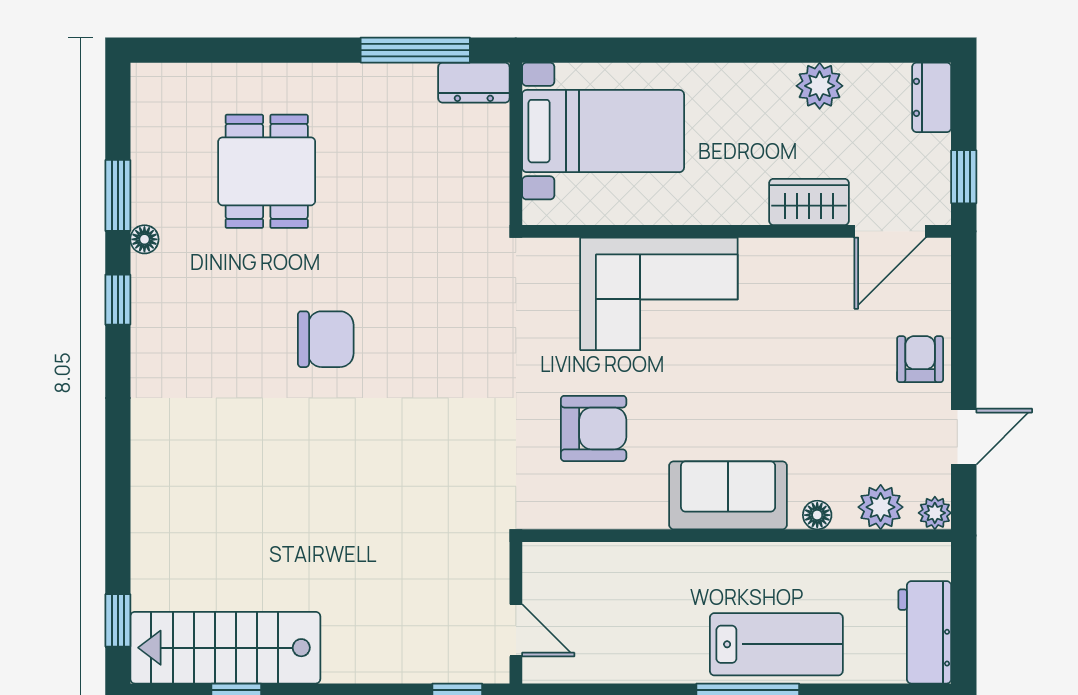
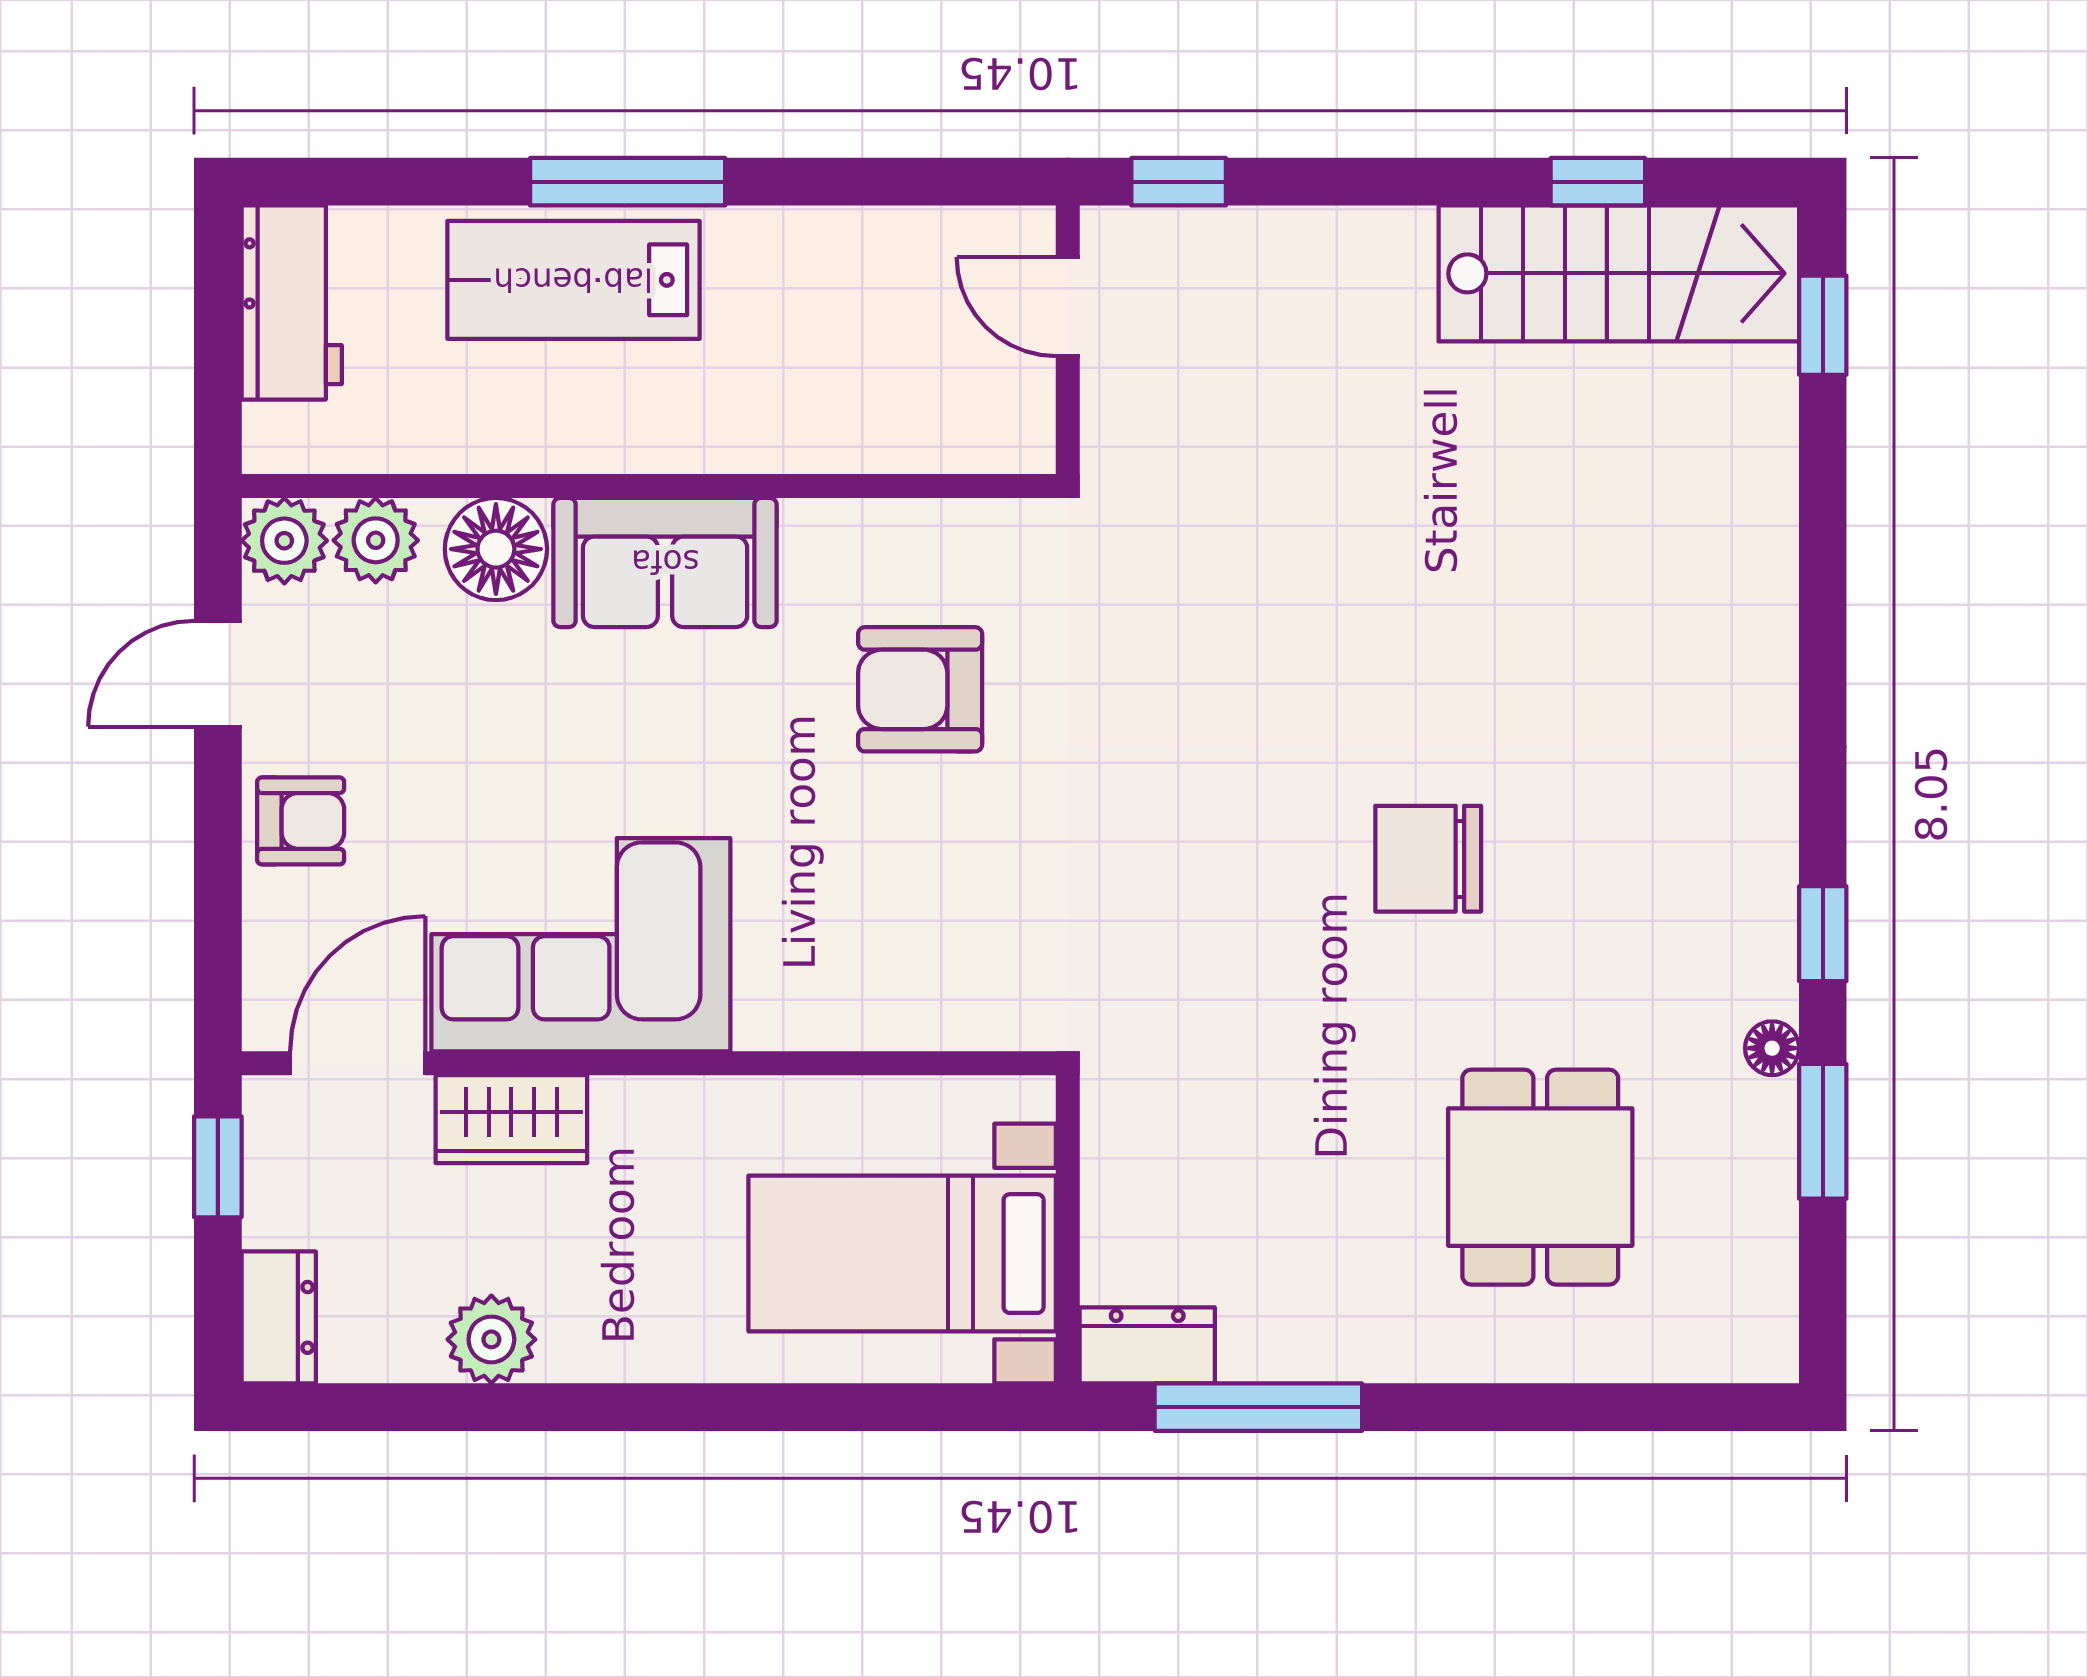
corner sofa: (659, 294) -> (581, 945), moved
armchair: (920, 359) -> (301, 821), turned -90
plant: (935, 513) -> (284, 541), width x1.38, depth x1.38
floor lamp: (817, 515) -> (496, 549), width x1.89, depth x1.89

